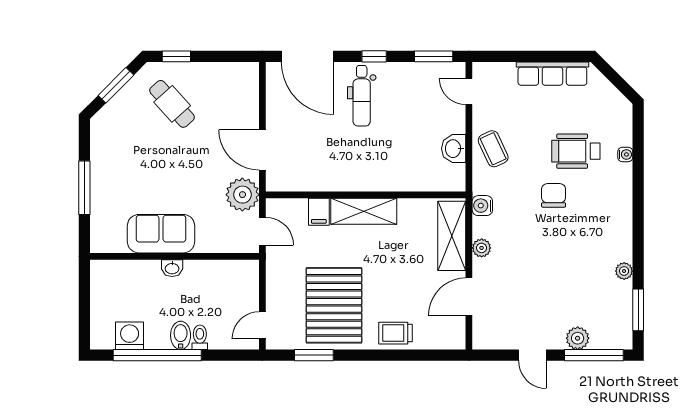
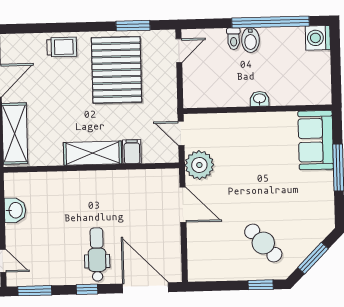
sofa: (161, 234) -> (316, 140), moved, turned 90
washing machine: (130, 336) -> (318, 38), moved, turned 90

